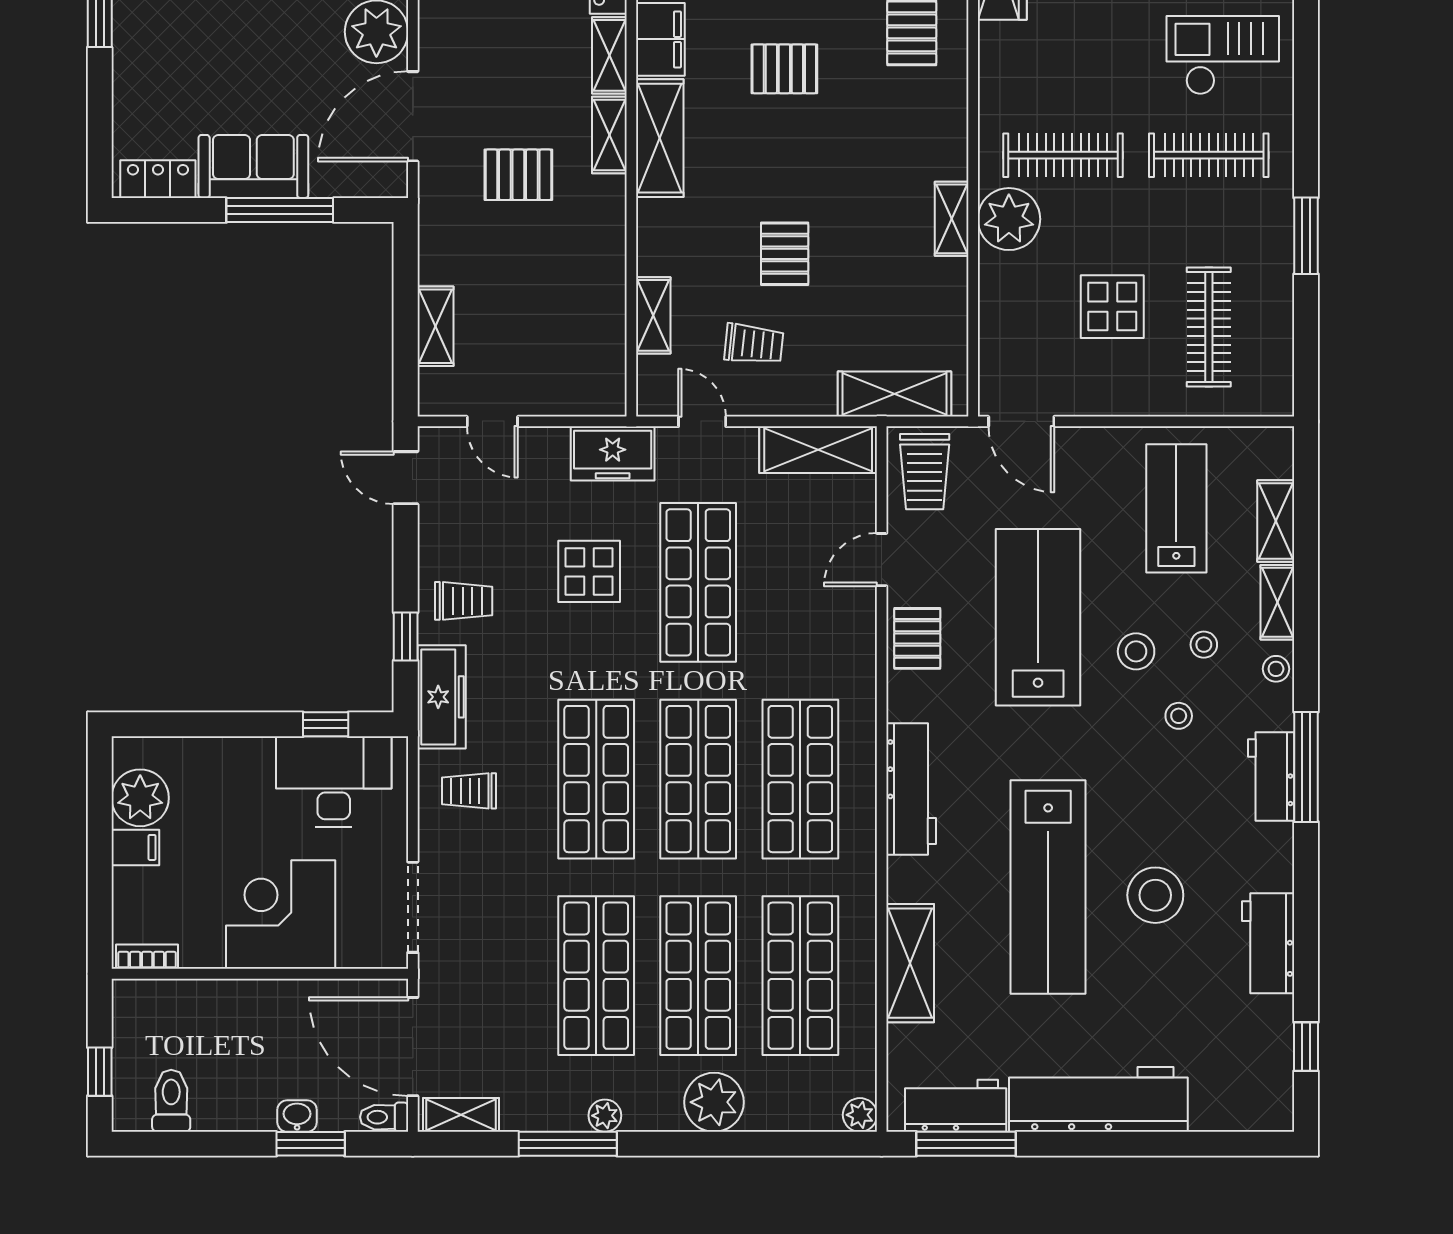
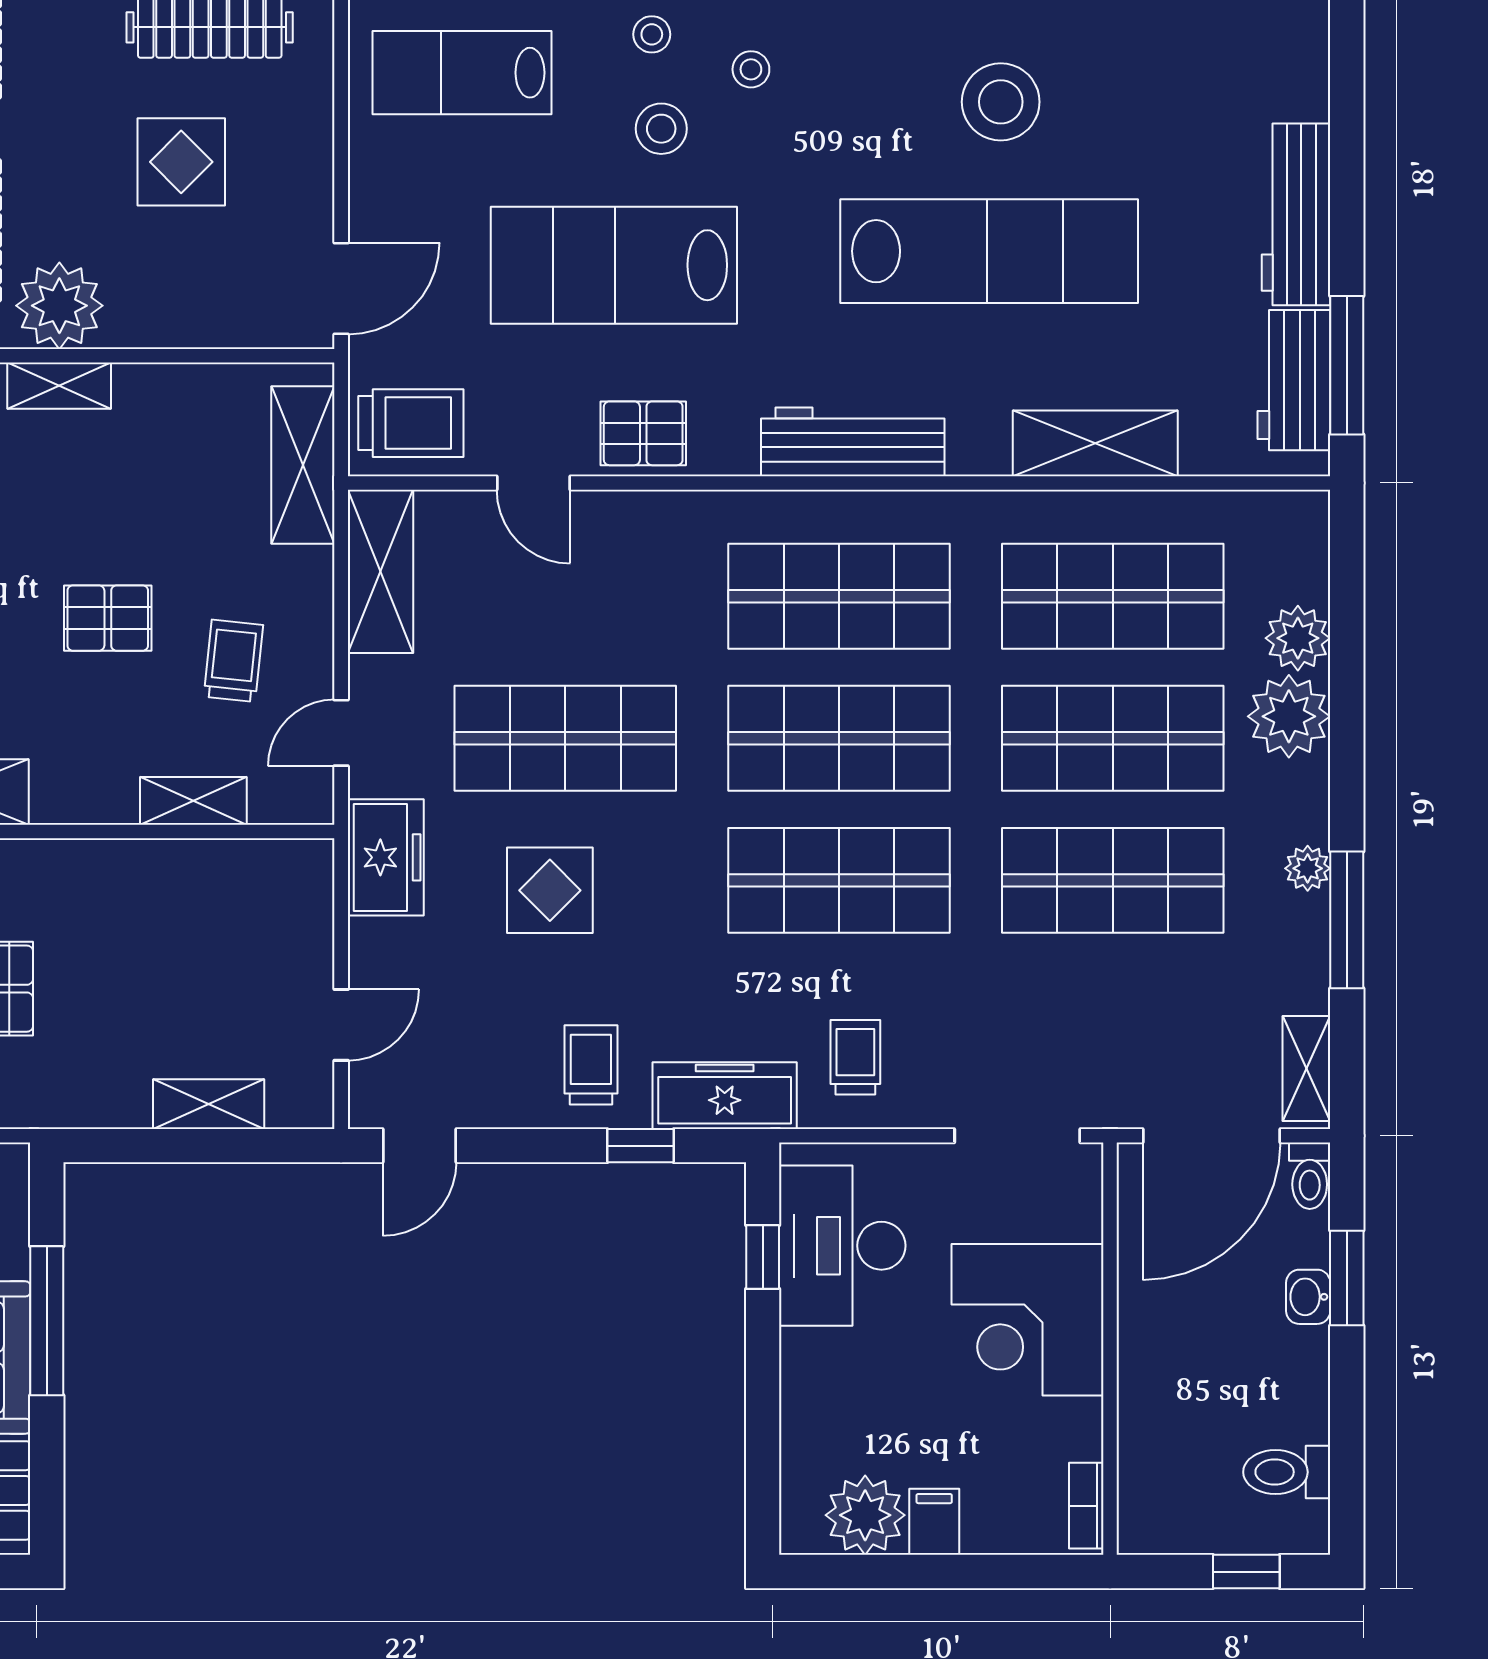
trolley: (469, 791) -> (855, 1057), turned 180
workbench: (1098, 1099) -> (1296, 214), width x0.73, depth x0.76
plant: (860, 1115) -> (1298, 638), moved, width x1.38, depth x1.38

